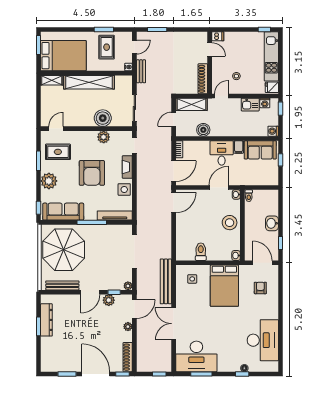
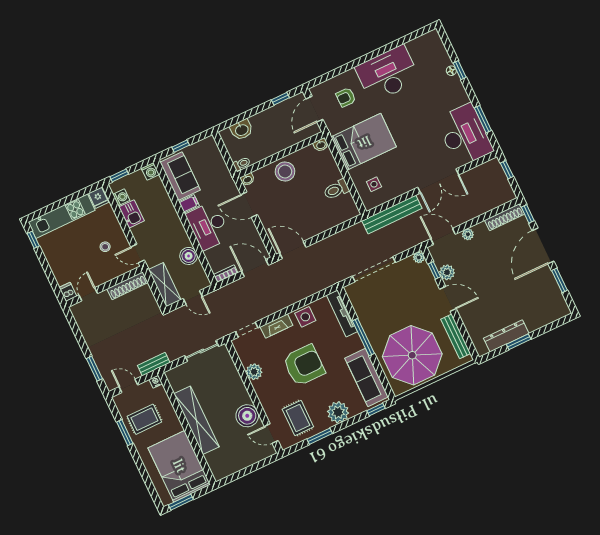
shelving: (52, 80) -> (215, 466), removed
boiler: (103, 118) -> (247, 416), moved
desk: (222, 153) -> (208, 226), width x1.37
washbasin: (272, 223) -> (242, 130), moved
desk: (263, 340) -> (388, 74), moved

